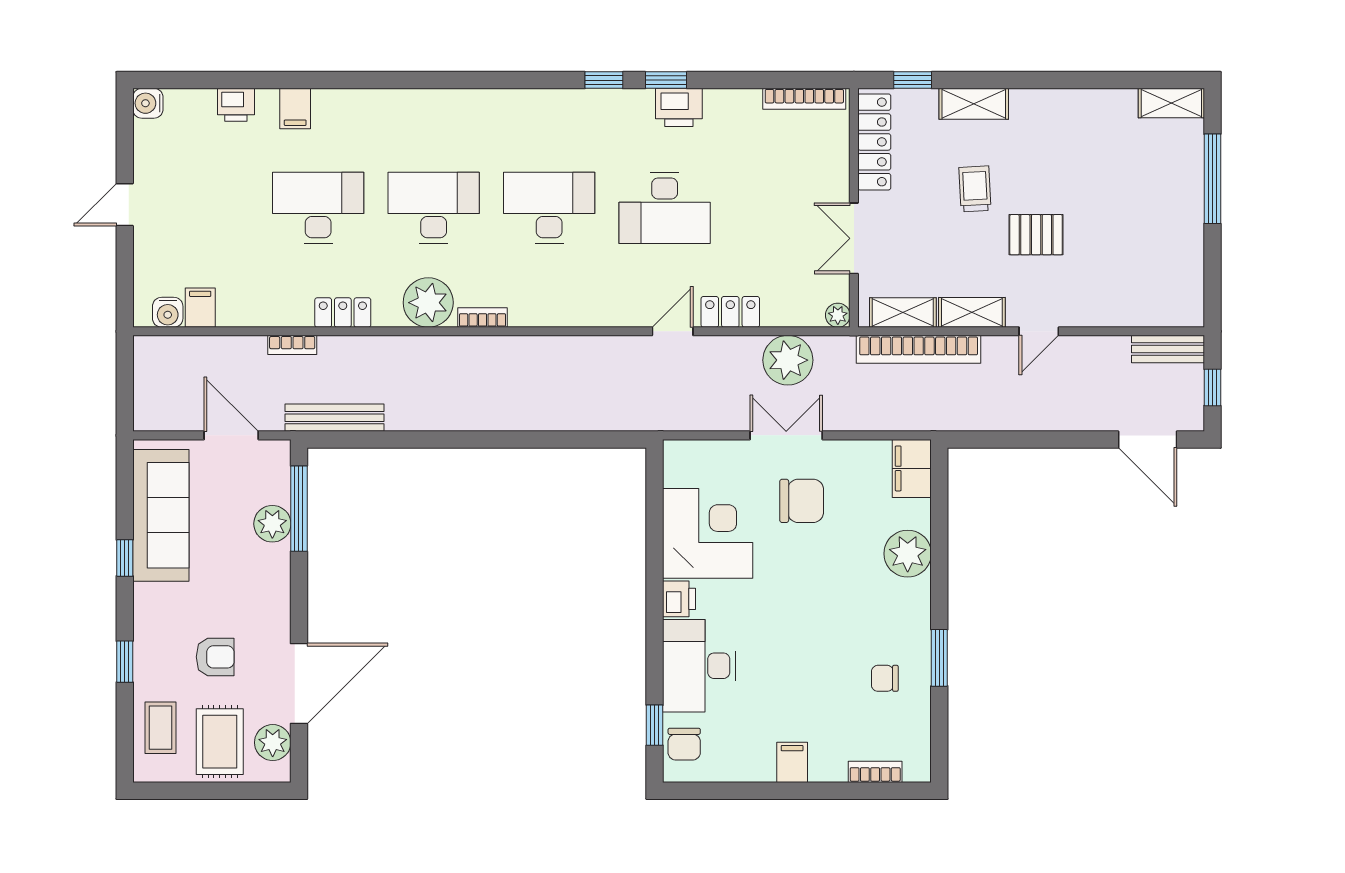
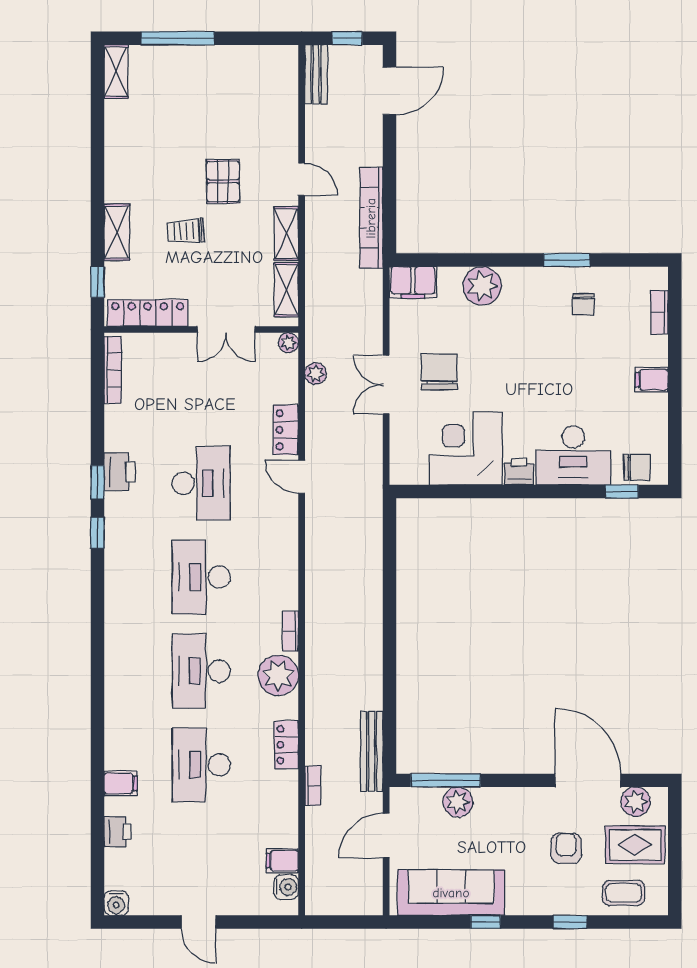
bookcase: (919, 349) -> (371, 218), moved, turned 180
plant: (788, 360) -> (316, 374), width x0.53, depth x0.53

